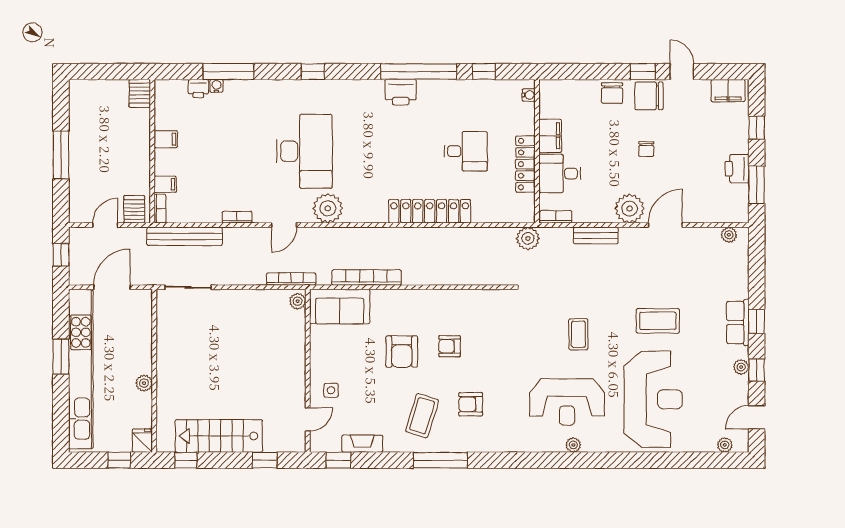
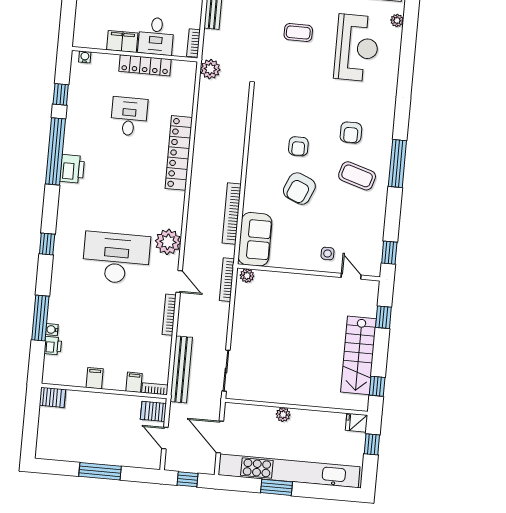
bookcase: (237, 217) -> (169, 315), width x1.56
armchair: (402, 352) -> (299, 189), turned 113
plant: (144, 383) -> (283, 415), moved
fireplace: (362, 444) -> (377, 231), removed
plant: (573, 445) -> (397, 20), moved

